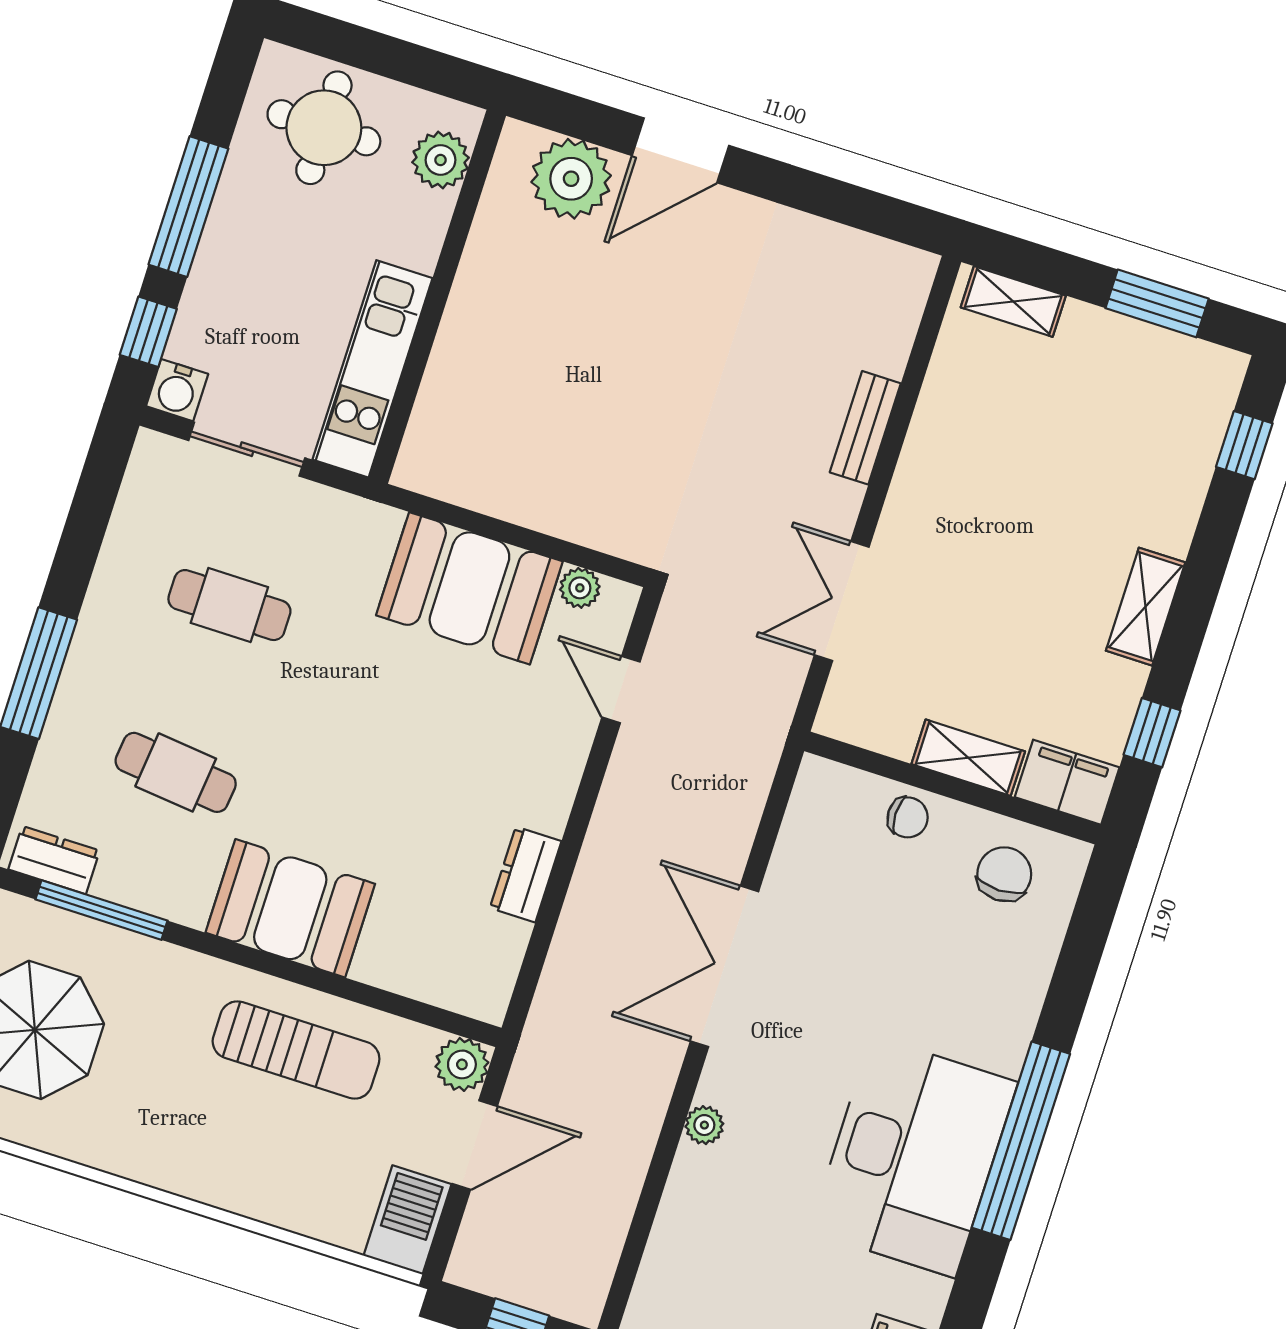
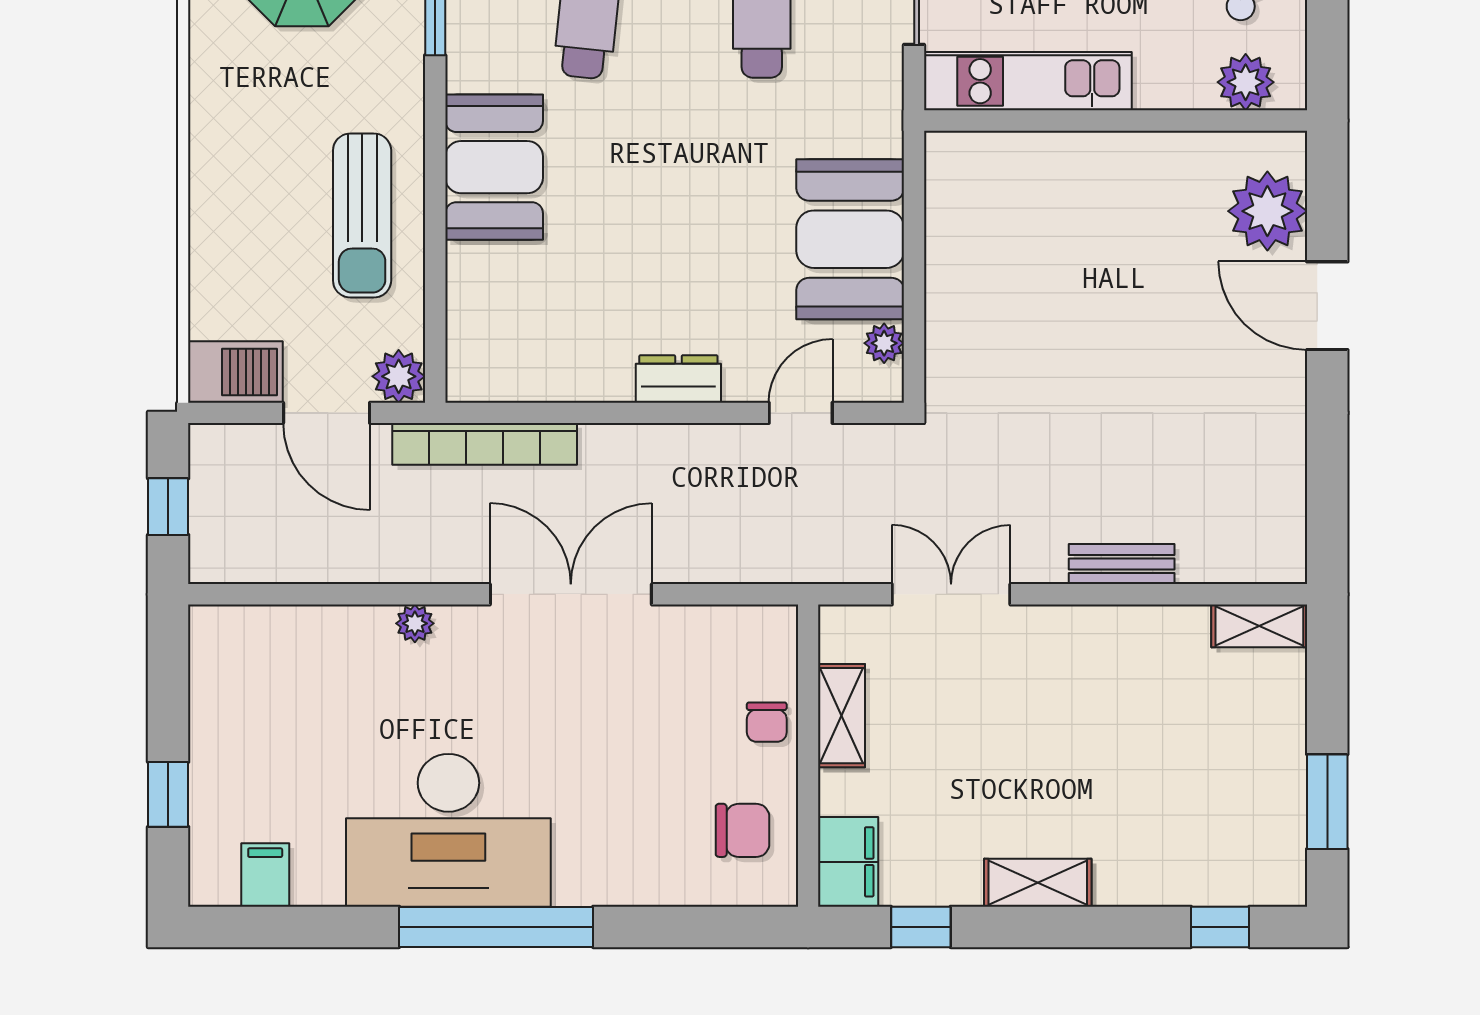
shelving: (1013, 301) -> (1259, 626), moved, turned 90
shelving: (968, 758) -> (841, 716), moved
dresser: (526, 875) -> (678, 379), moved
bookcase: (553, 1003) -> (485, 444), added

